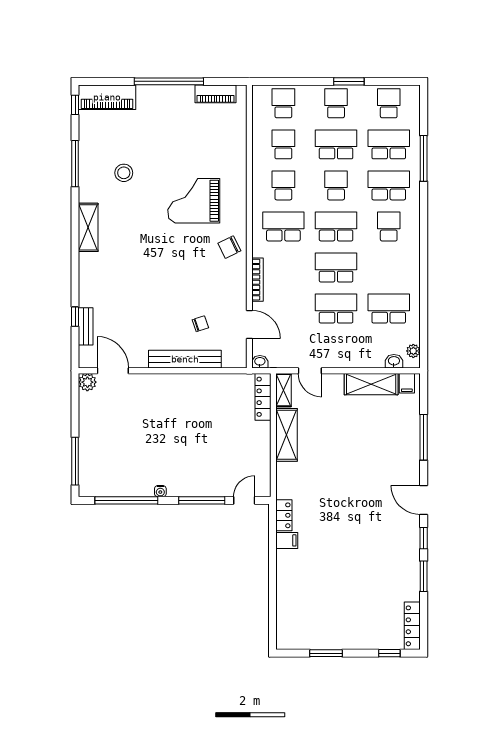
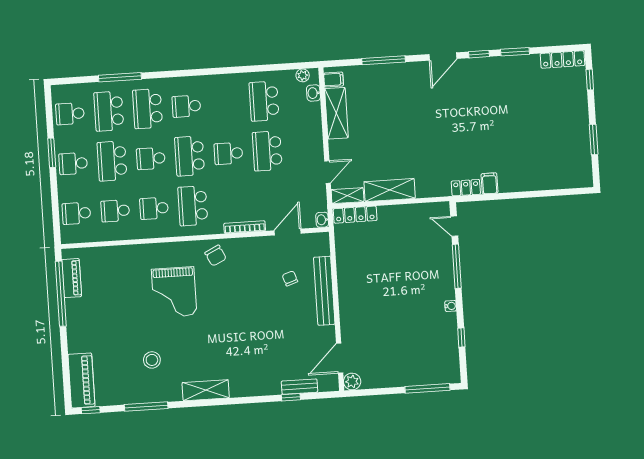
window: (169, 81) -> (61, 294), moved
school desk: (336, 268) -> (228, 153), width x0.54
window: (126, 500) -> (461, 337), width x0.32

